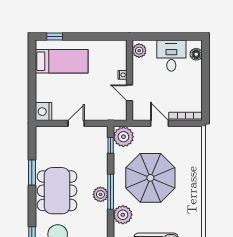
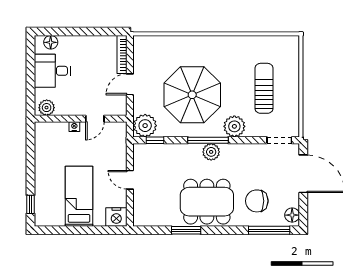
bed: (62, 61) -> (79, 196), moved

